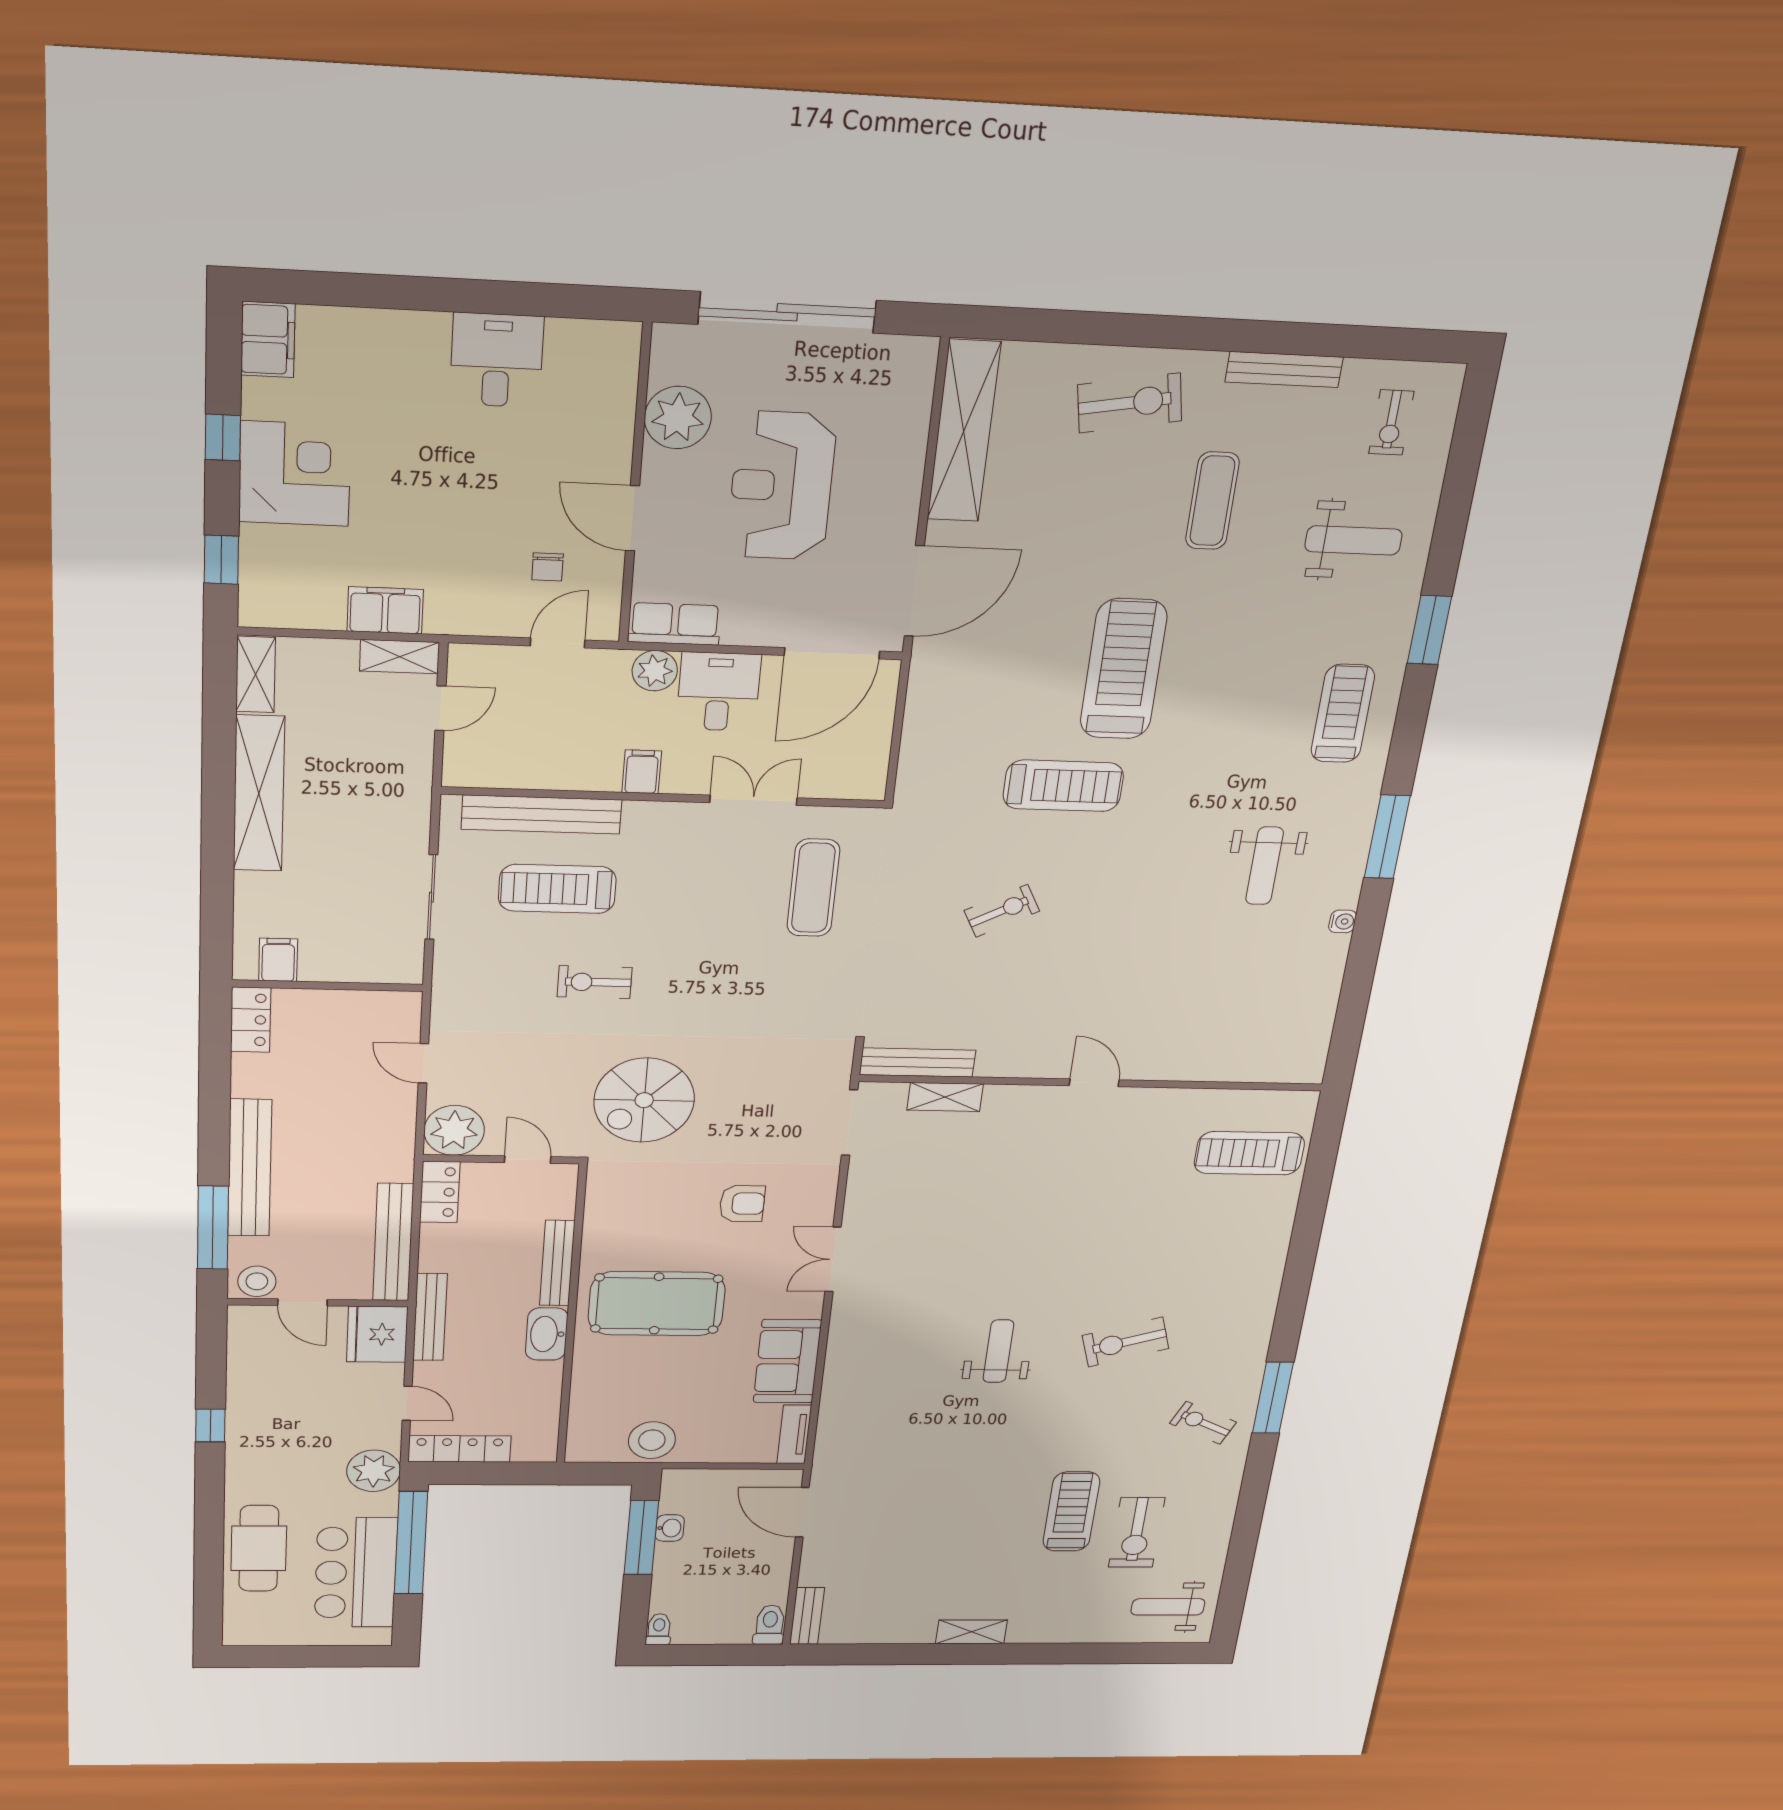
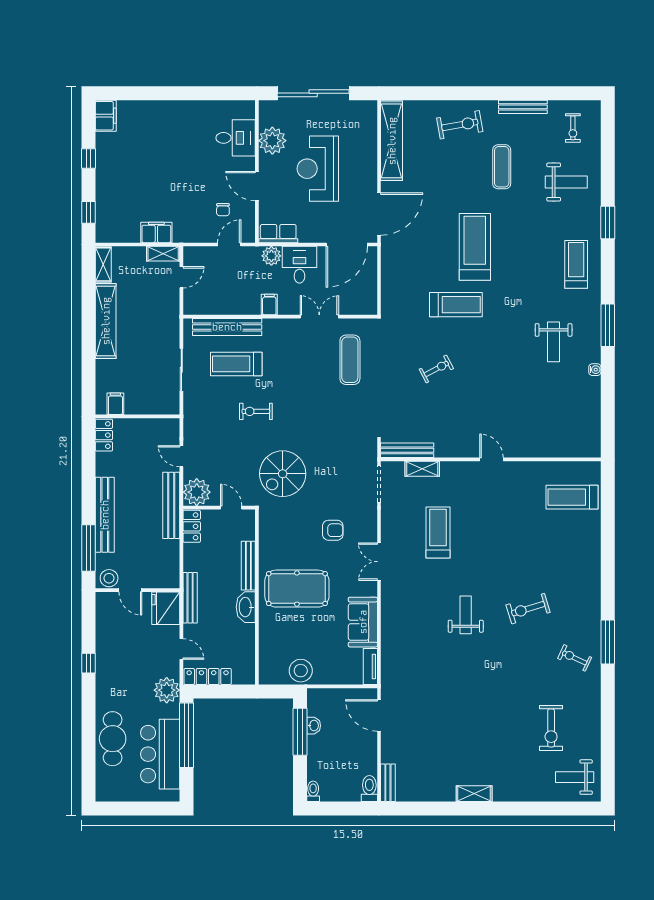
desk: (497, 360) -> (236, 138), moved, turned 90
corner desk: (295, 474) -> (118, 173), removed
bench: (393, 1242) -> (171, 505), moved
treadmill: (1071, 1512) -> (438, 533), moved

